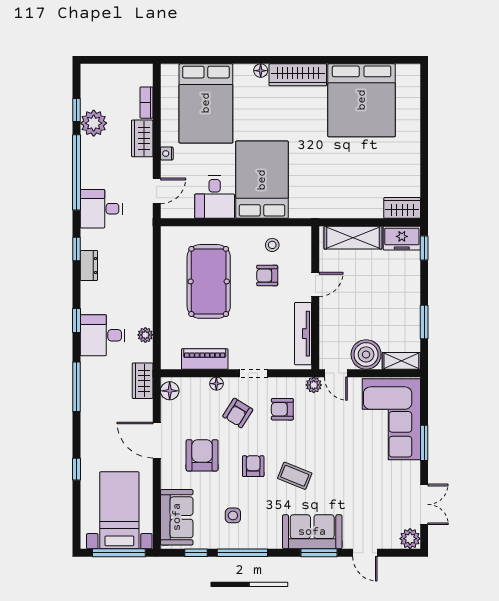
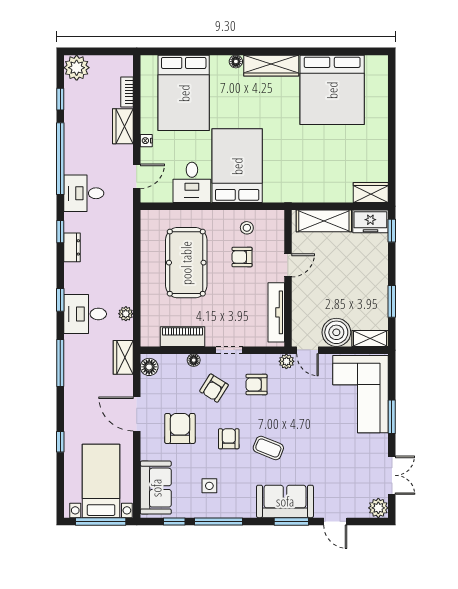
plant: (94, 123) -> (77, 68), moved

